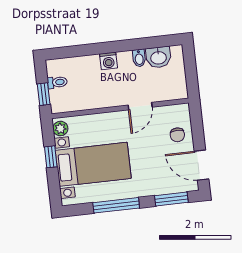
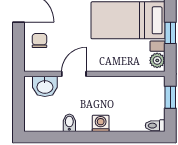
washbasin: (158, 57) -> (45, 86), moved, turned 180
toilet: (57, 82) -> (155, 126), moved

